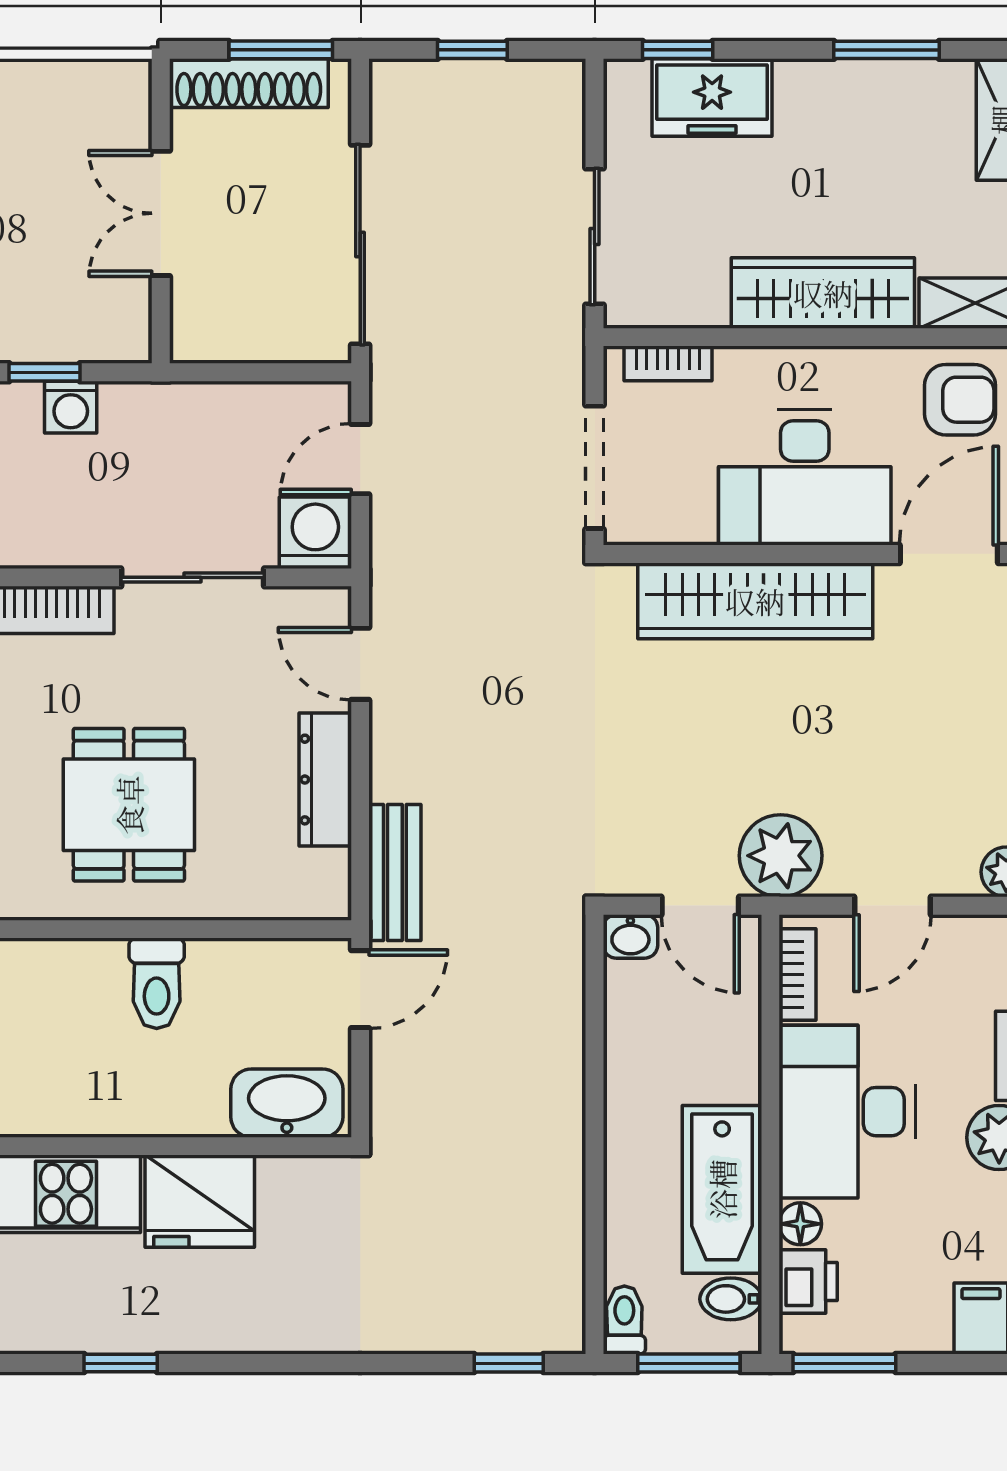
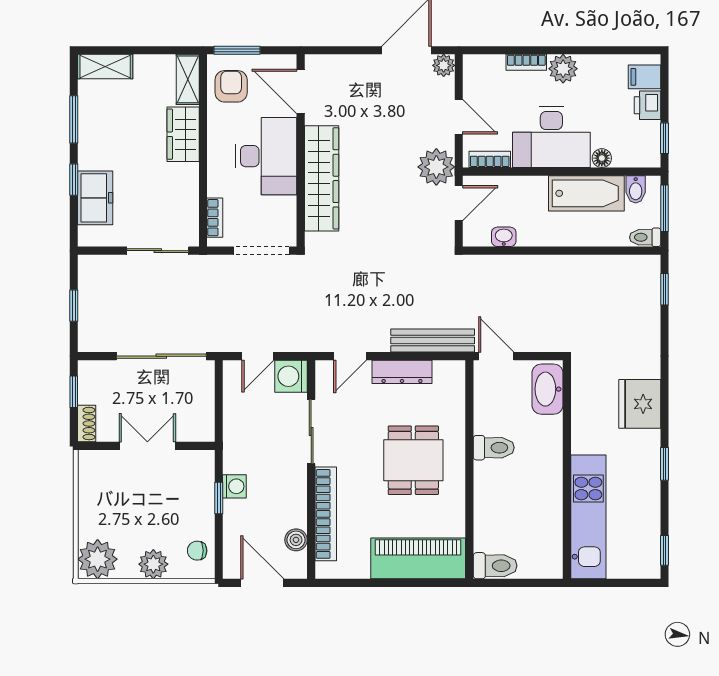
window: (281, 50) -> (74, 392), width x0.67
window: (678, 50) -> (74, 180), moved
shoe rack: (249, 83) -> (87, 424), width x0.51, depth x0.81
double door: (161, 213) -> (147, 446), swing flipped
wardrobe: (823, 293) -> (183, 134), width x0.67
door: (360, 459) -> (258, 356), hinge flipped
dining table: (129, 805) -> (413, 460), turned 90
bench: (395, 872) -> (433, 340), width x1.36
washbasin: (630, 936) -> (504, 237), moved, turned -90
fridge: (200, 1201) -> (640, 404), moved, turned 180
printer: (808, 1282) -> (647, 105), moved, turned -90
window: (844, 1363) -> (664, 138), width x0.67

